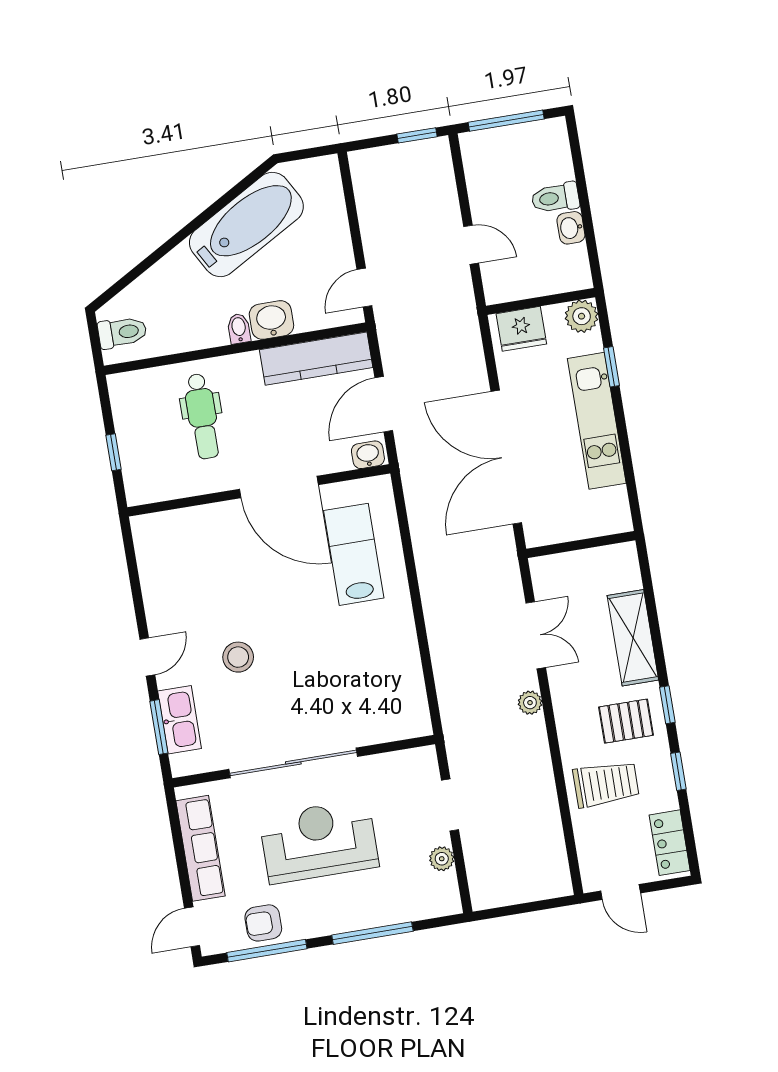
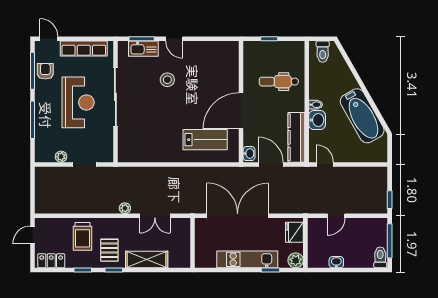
toilet: (555, 198) -> (380, 257), moved

